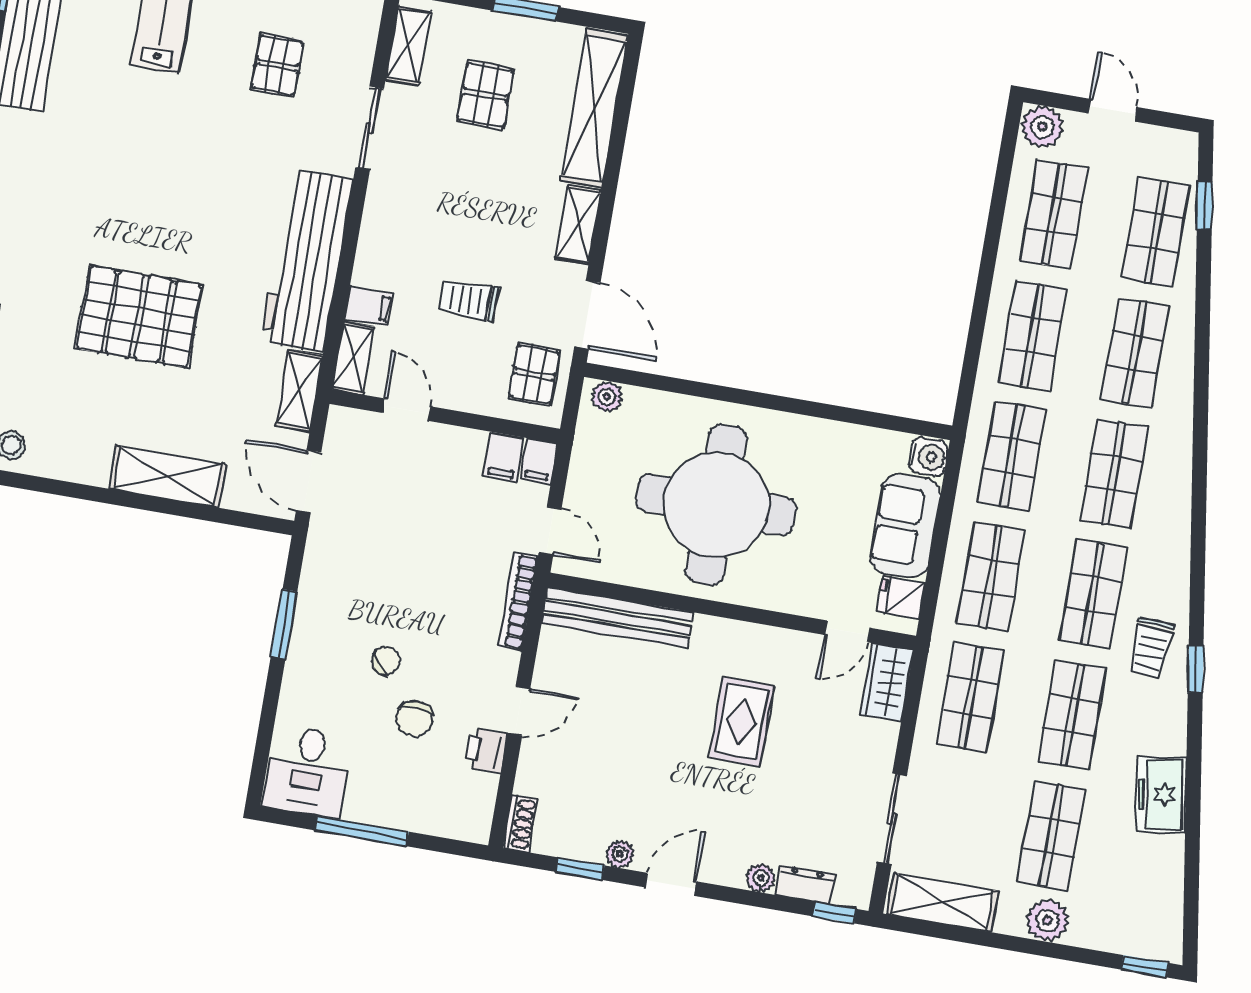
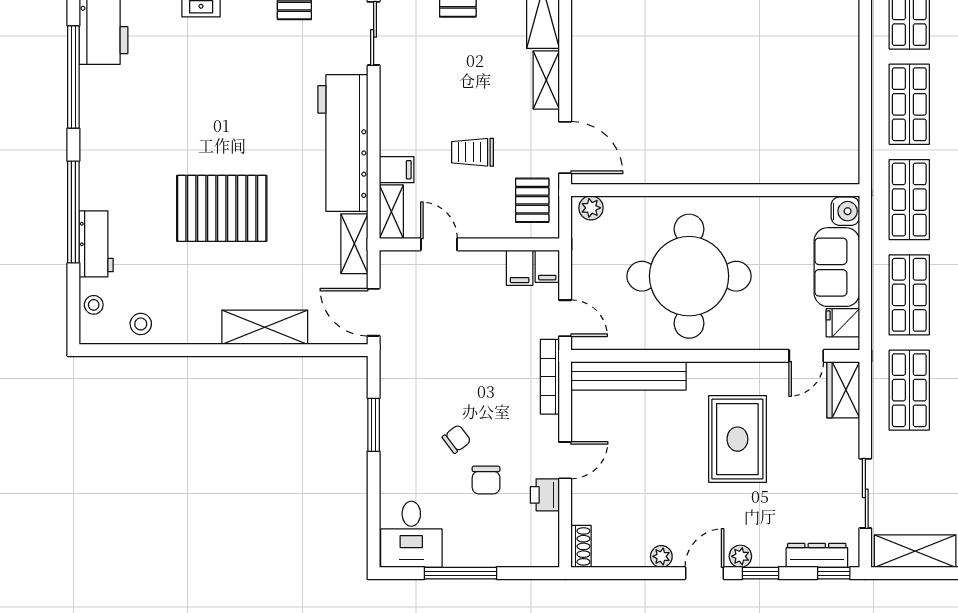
rug: (742, 722) -> (737, 439), width x1.36, depth x1.43
window: (580, 869) -> (760, 573), moved
plant: (761, 878) -> (740, 556), moved
dresser: (805, 884) -> (817, 555), width x1.44

